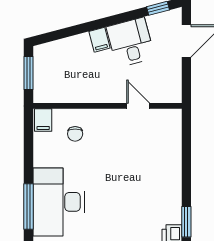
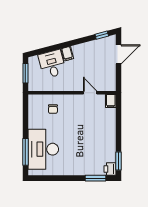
desk: (131, 42) -> (52, 64), moved
filing cabinet: (43, 120) -> (111, 101), moved

